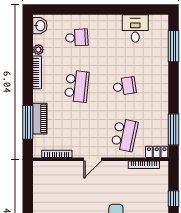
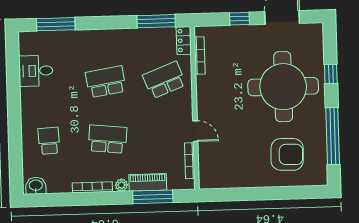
plant: (38, 50) -> (121, 185), moved
school desk: (124, 86) -> (106, 82), width x1.85
school desk: (124, 135) -> (164, 80), turned -33
door: (93, 159) -> (195, 131), moved

